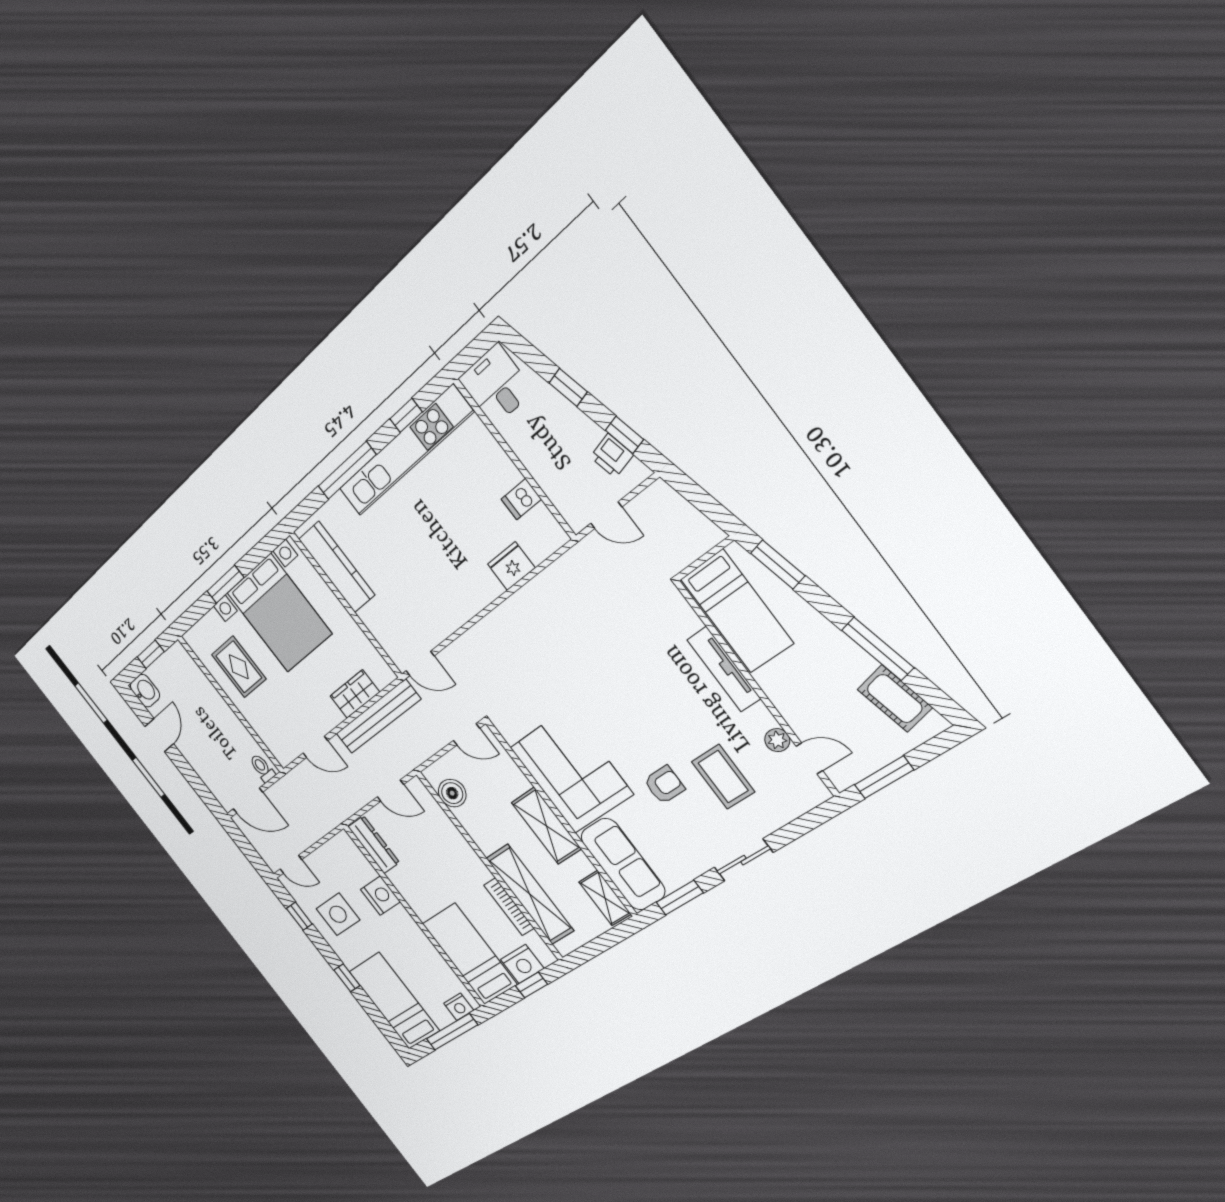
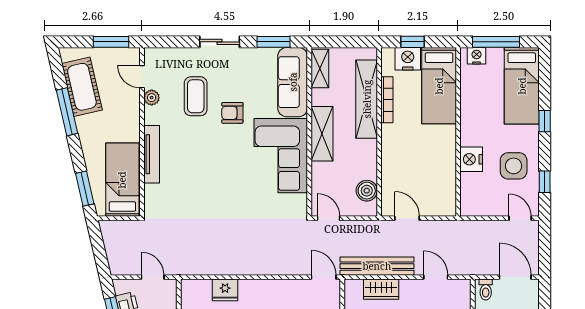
cot: (895, 699) -> (82, 87), width x1.37, depth x1.34
dresser: (374, 845) -> (448, 193), removed

